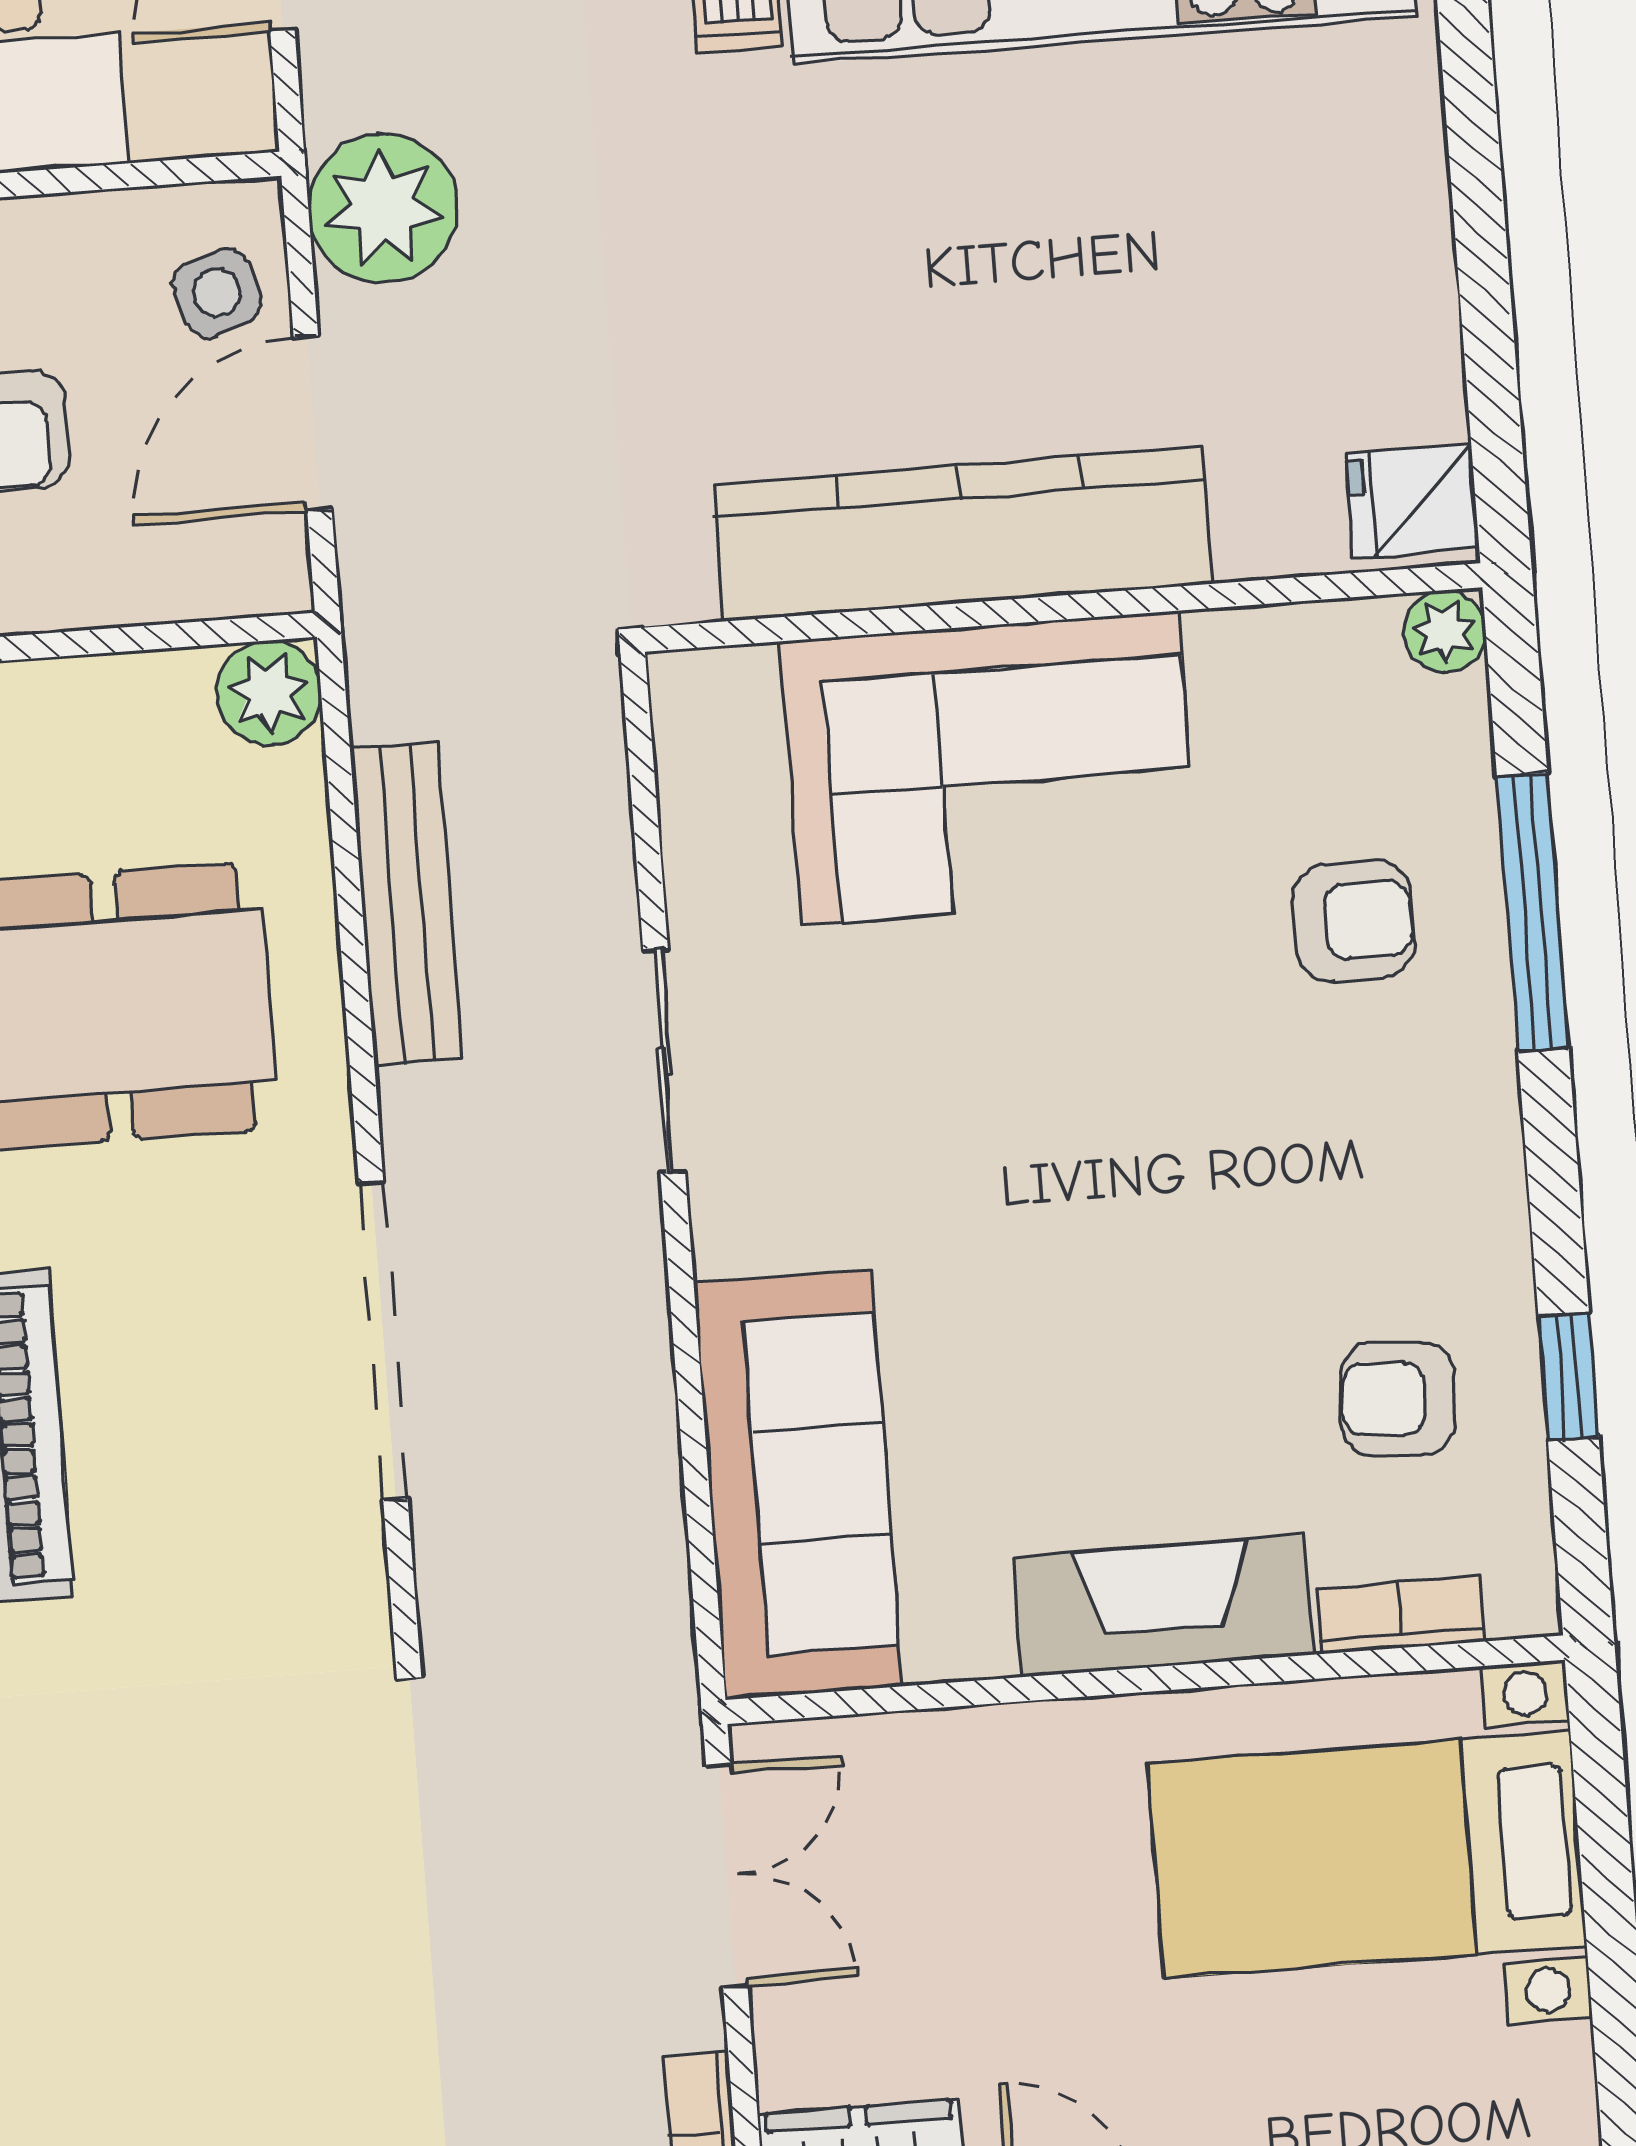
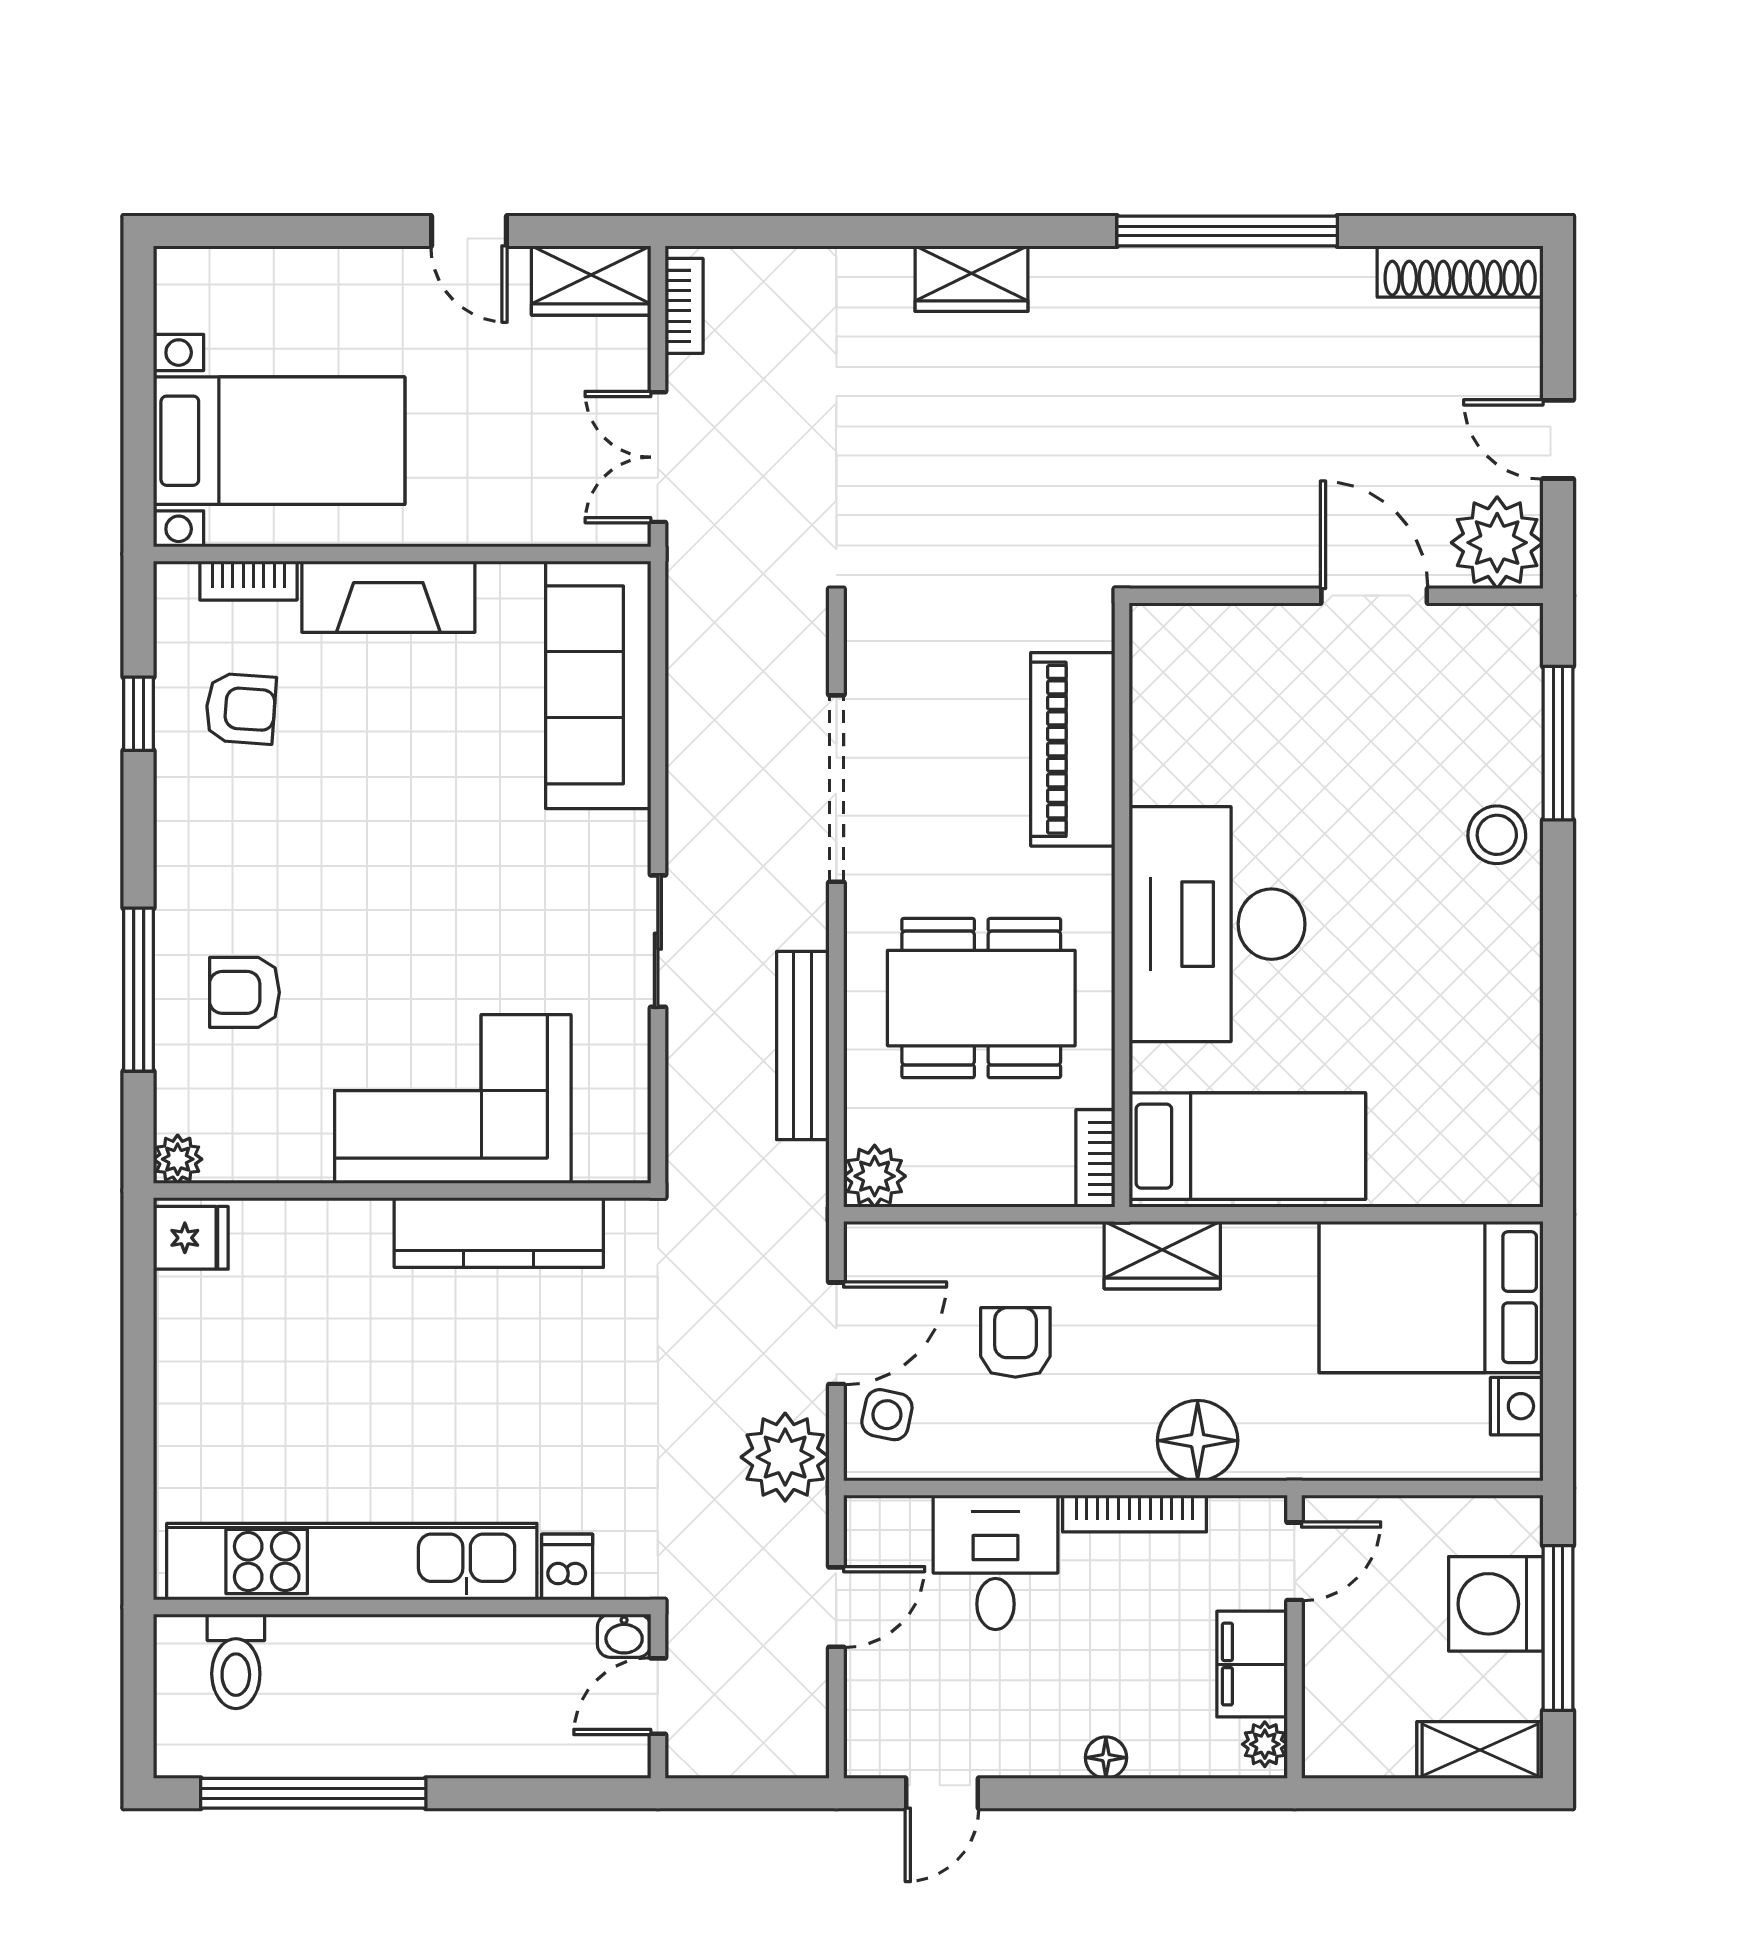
side table: (217, 293) -> (887, 1415), turned 31
kitchen counter: (962, 534) -> (499, 1233), width x0.72, depth x0.86

